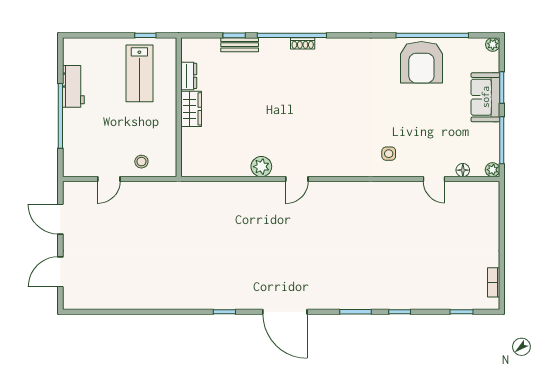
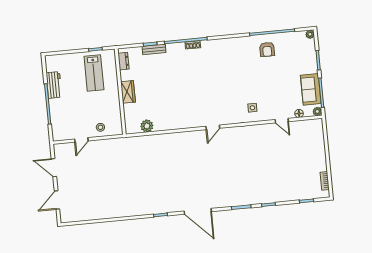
armchair: (421, 62) -> (267, 49), width x0.53, depth x0.53
dresser: (189, 76) -> (123, 61), moved
sofa: (485, 97) -> (311, 89), moved
plant: (261, 167) -> (147, 126), moved
door: (297, 179) -> (213, 127), moved

